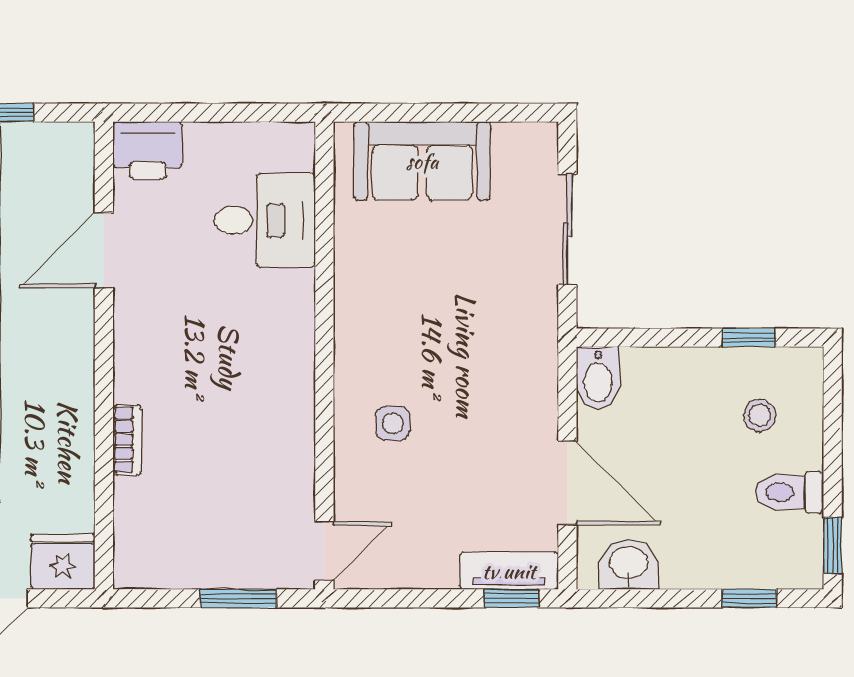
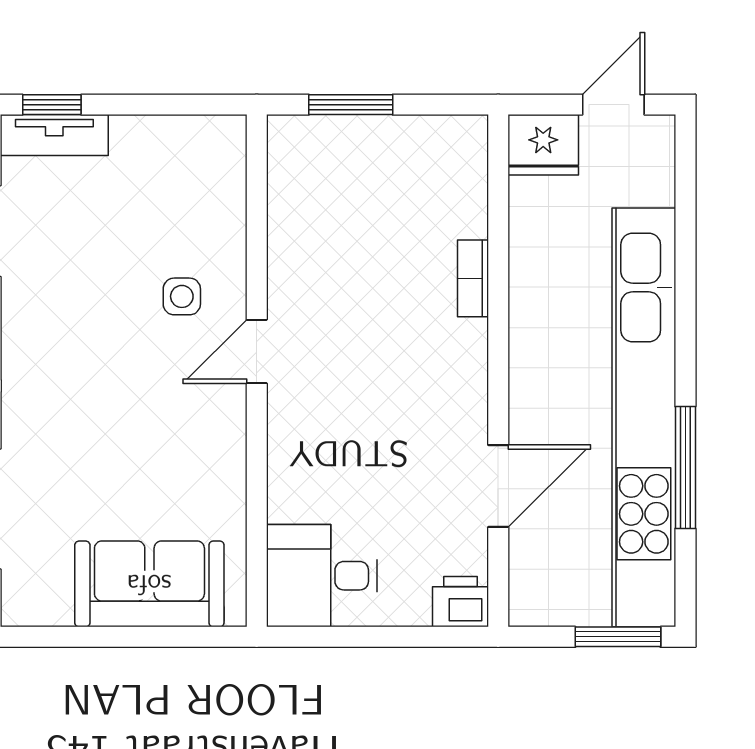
printer: (148, 150) -> (461, 602), width x0.73, depth x0.81
desk: (265, 220) -> (322, 576), moved
door: (324, 551) -> (257, 352), moved

